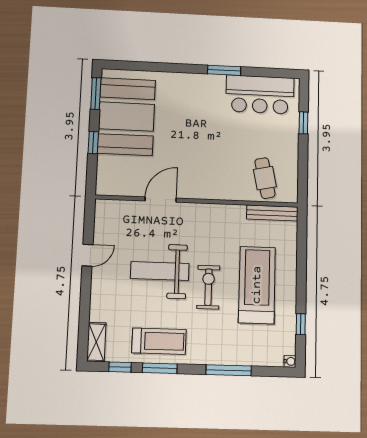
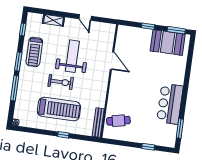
window: (224, 70) -> (180, 129), moved
bar counter: (260, 95) -> (170, 104), moved
booth: (127, 117) -> (168, 43), width x0.73, depth x0.70
window: (301, 324) -> (63, 135), moved
shelving: (96, 342) -> (53, 20), moved
window: (160, 368) -> (18, 61), moved

